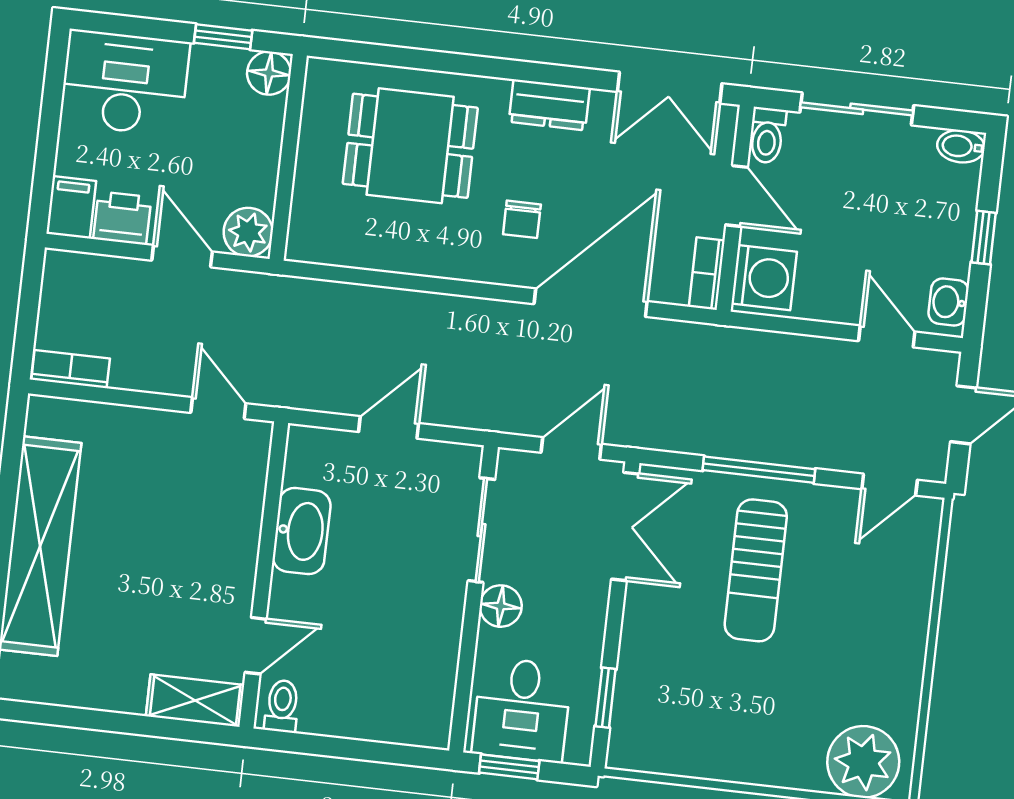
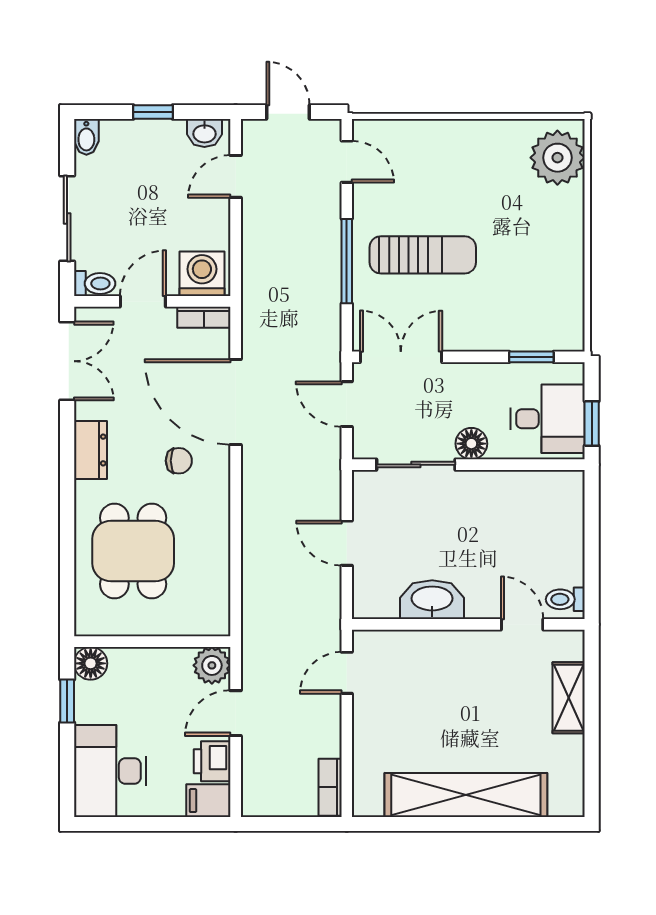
shelving: (195, 701) -> (569, 698), moved

